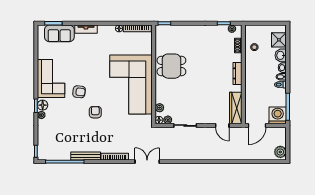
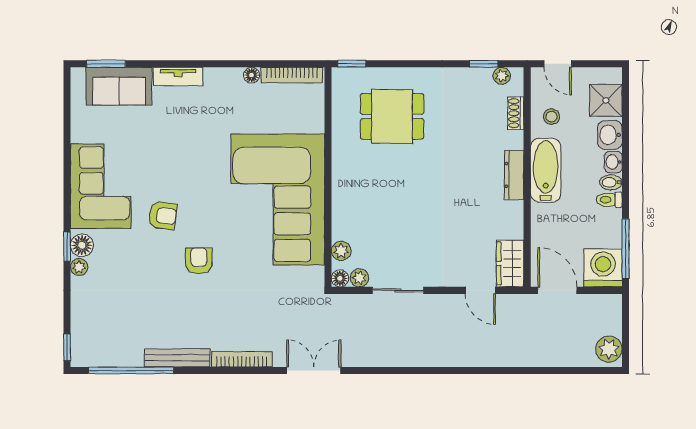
door: (257, 23) -> (558, 64), added
dining table: (171, 66) -> (392, 116), moved
bathtub: (252, 71) -> (546, 170), added
wardrobe: (236, 108) -> (510, 263), width x0.67
door: (257, 125) -> (557, 290), swing flipped

